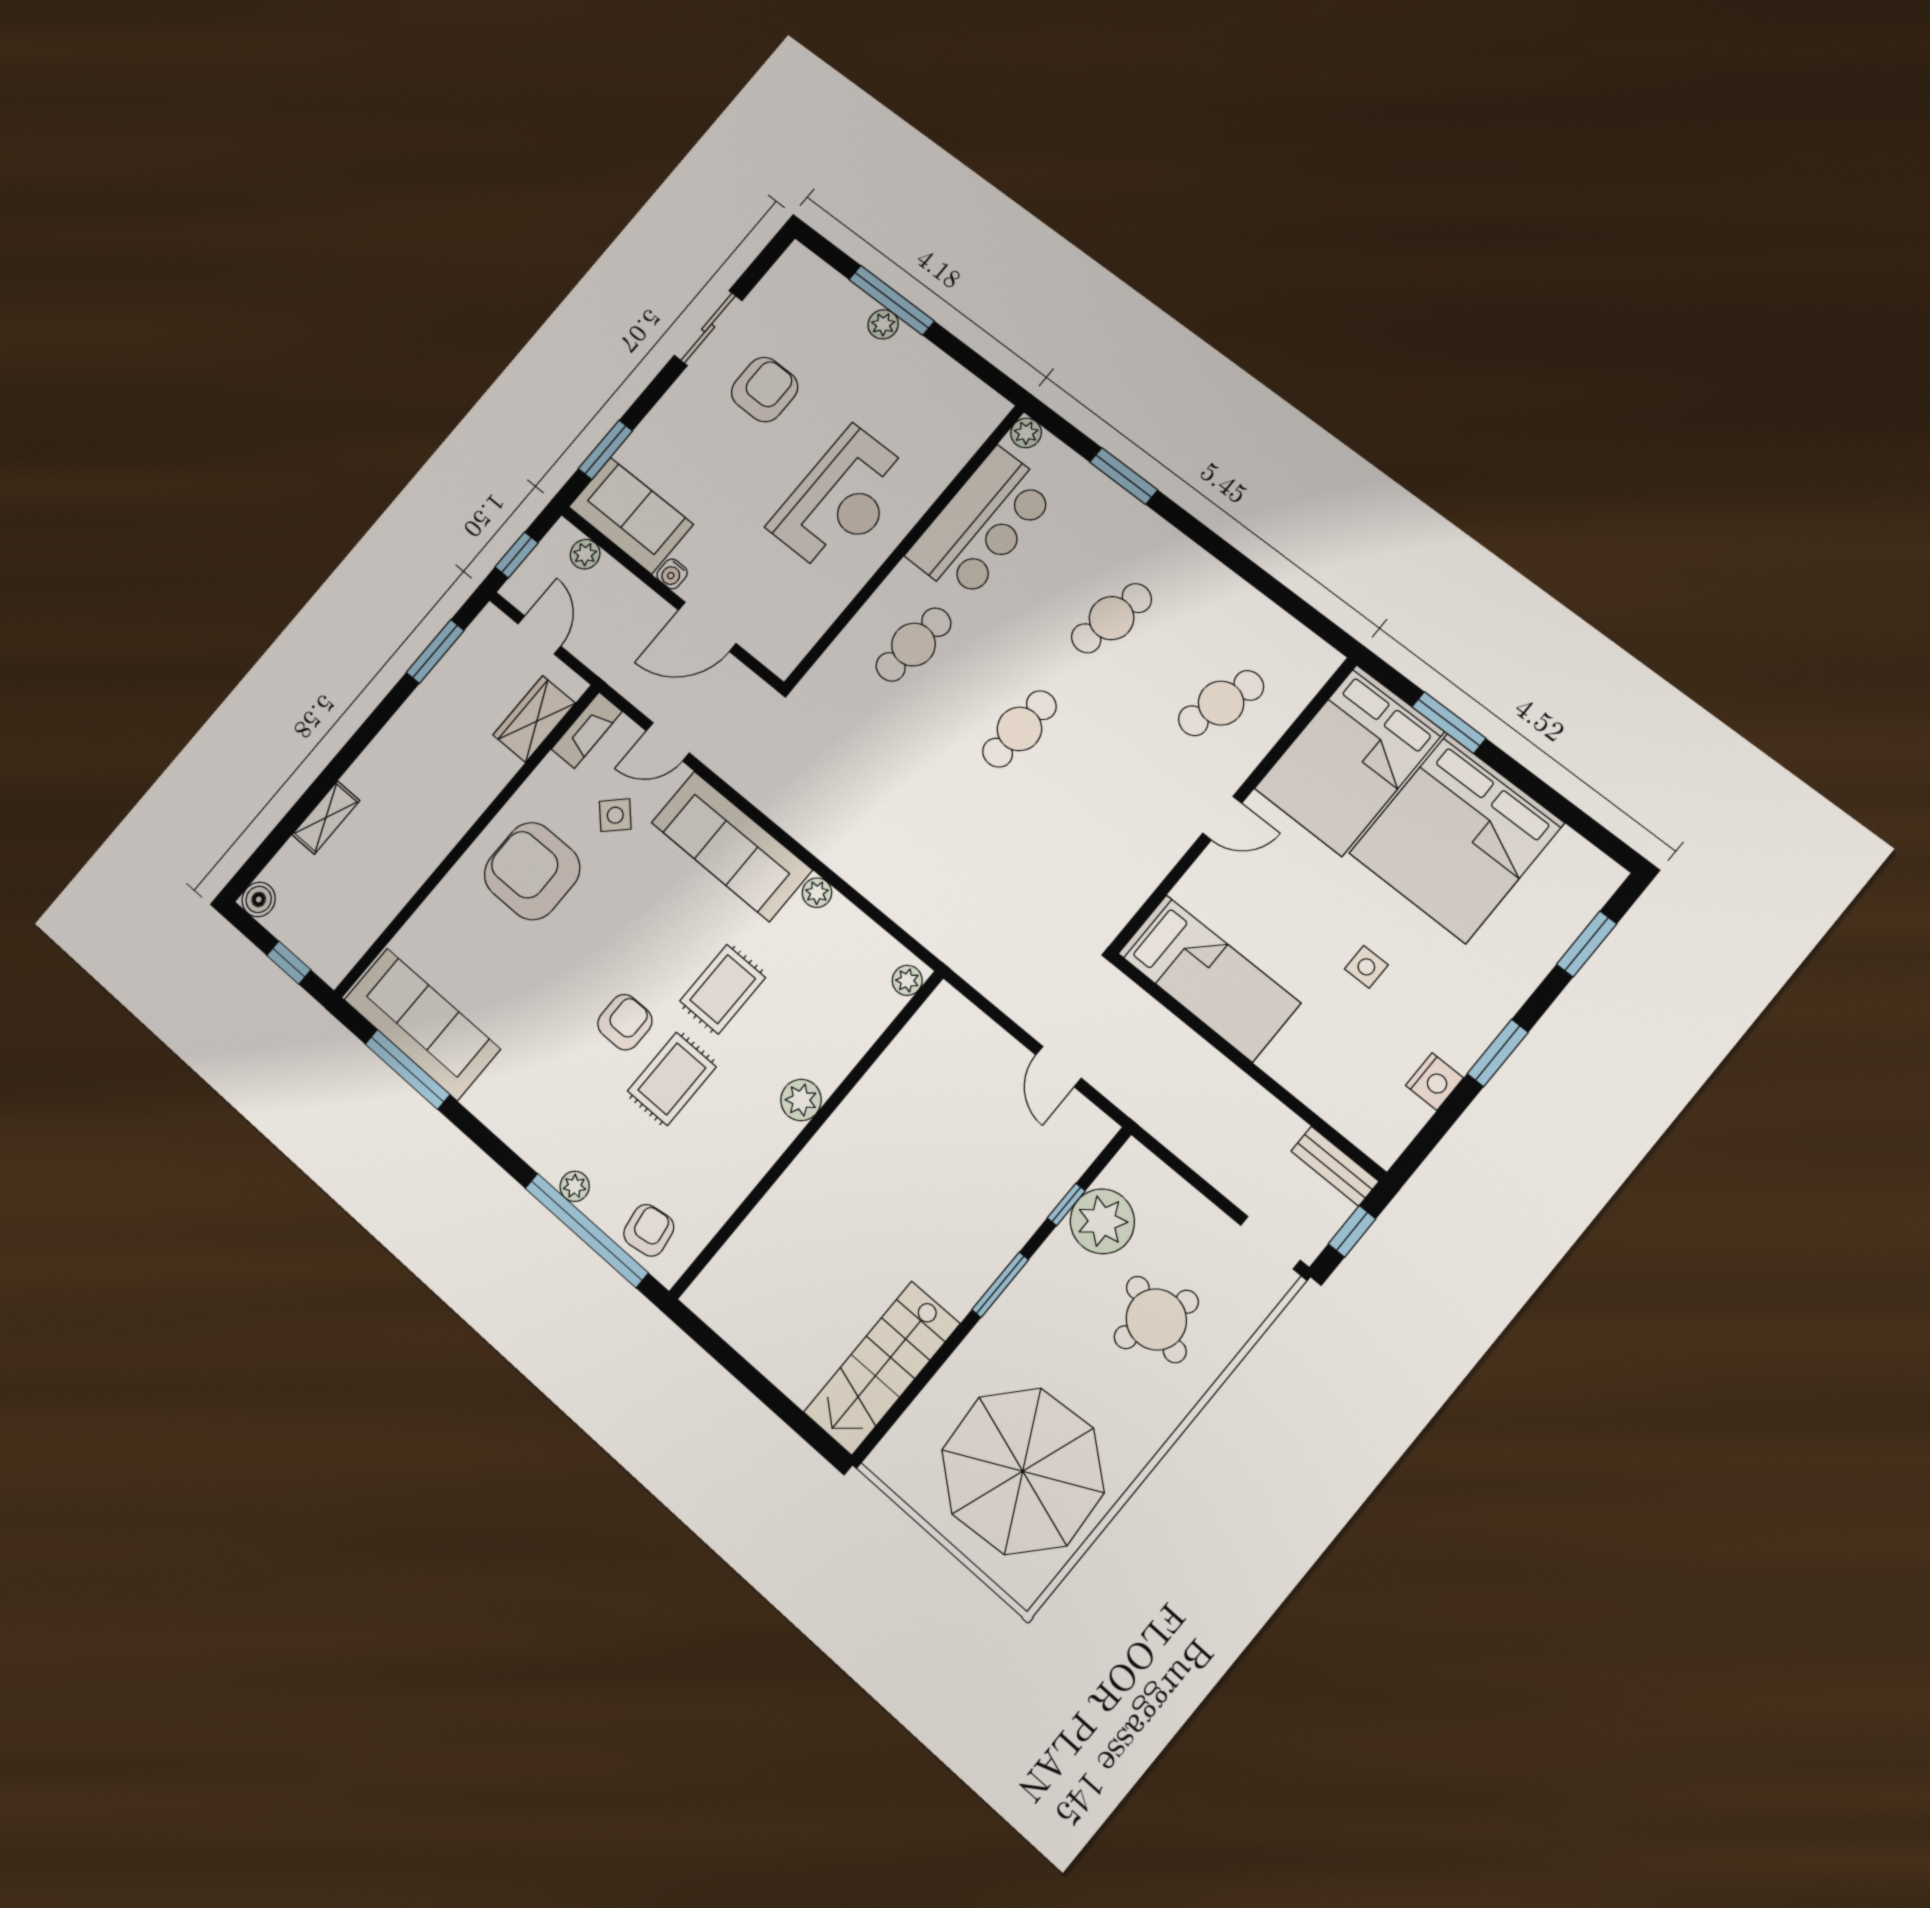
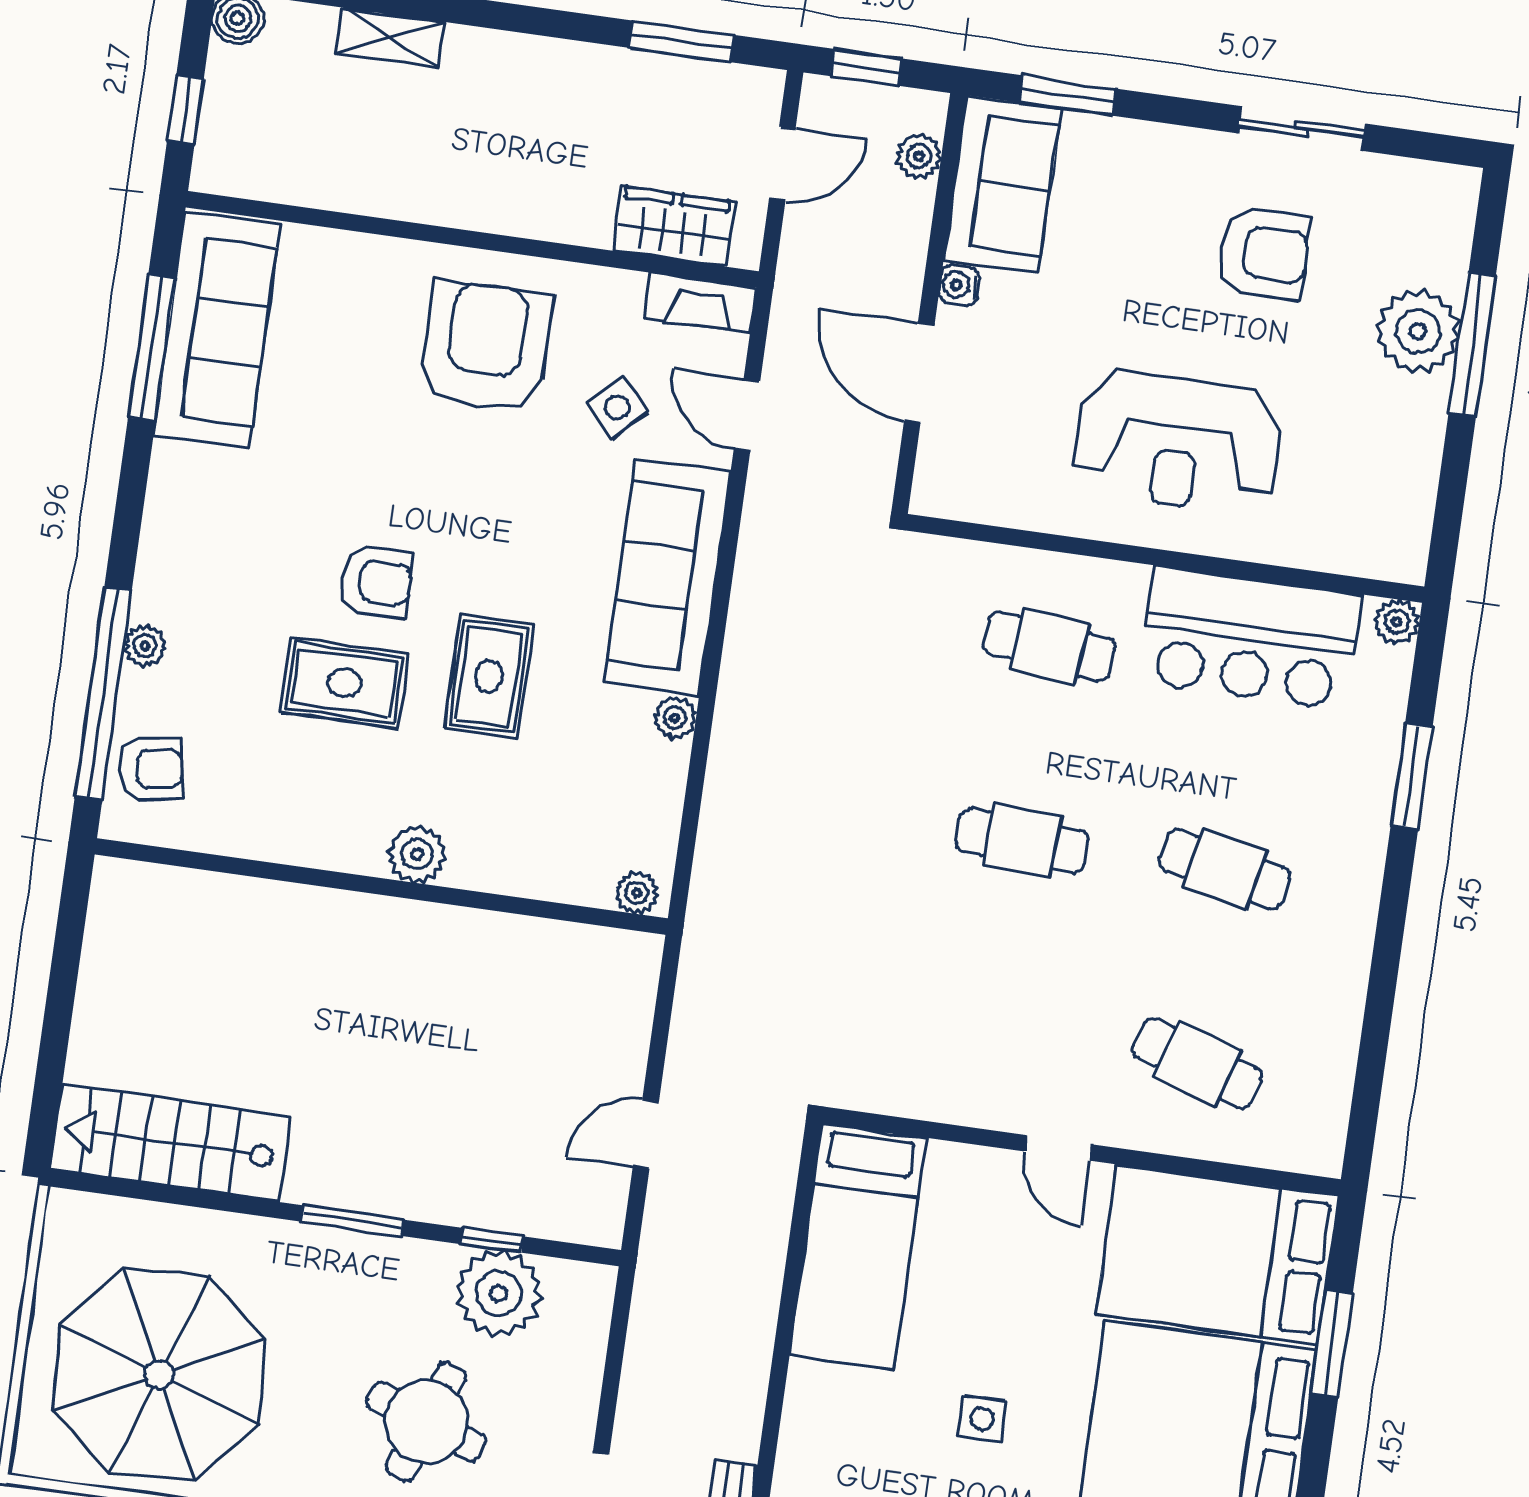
plant: (883, 324) -> (1418, 331), width x1.88, depth x1.88
rug: (723, 989) -> (489, 676), turned 90

